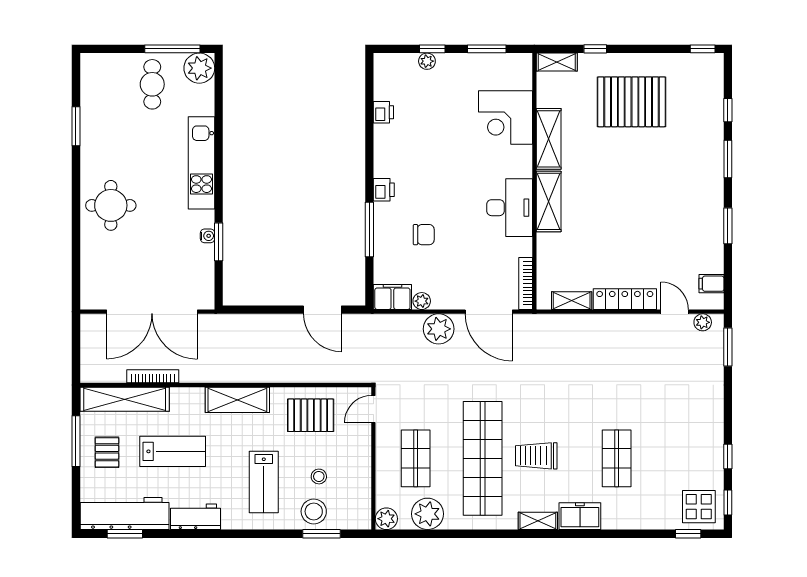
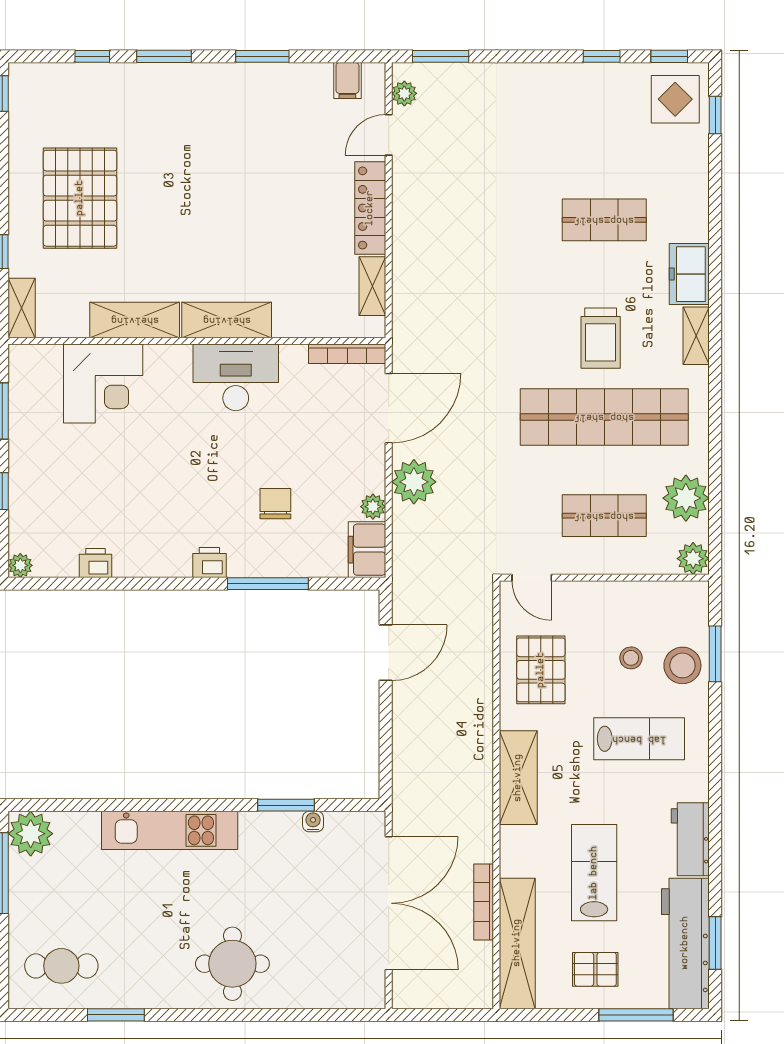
plant: (427, 61) -> (20, 565), moved
cafe table: (152, 84) -> (61, 966), moved
water cooler: (207, 236) -> (313, 822), moved
window: (76, 441) -> (636, 1015), moved

